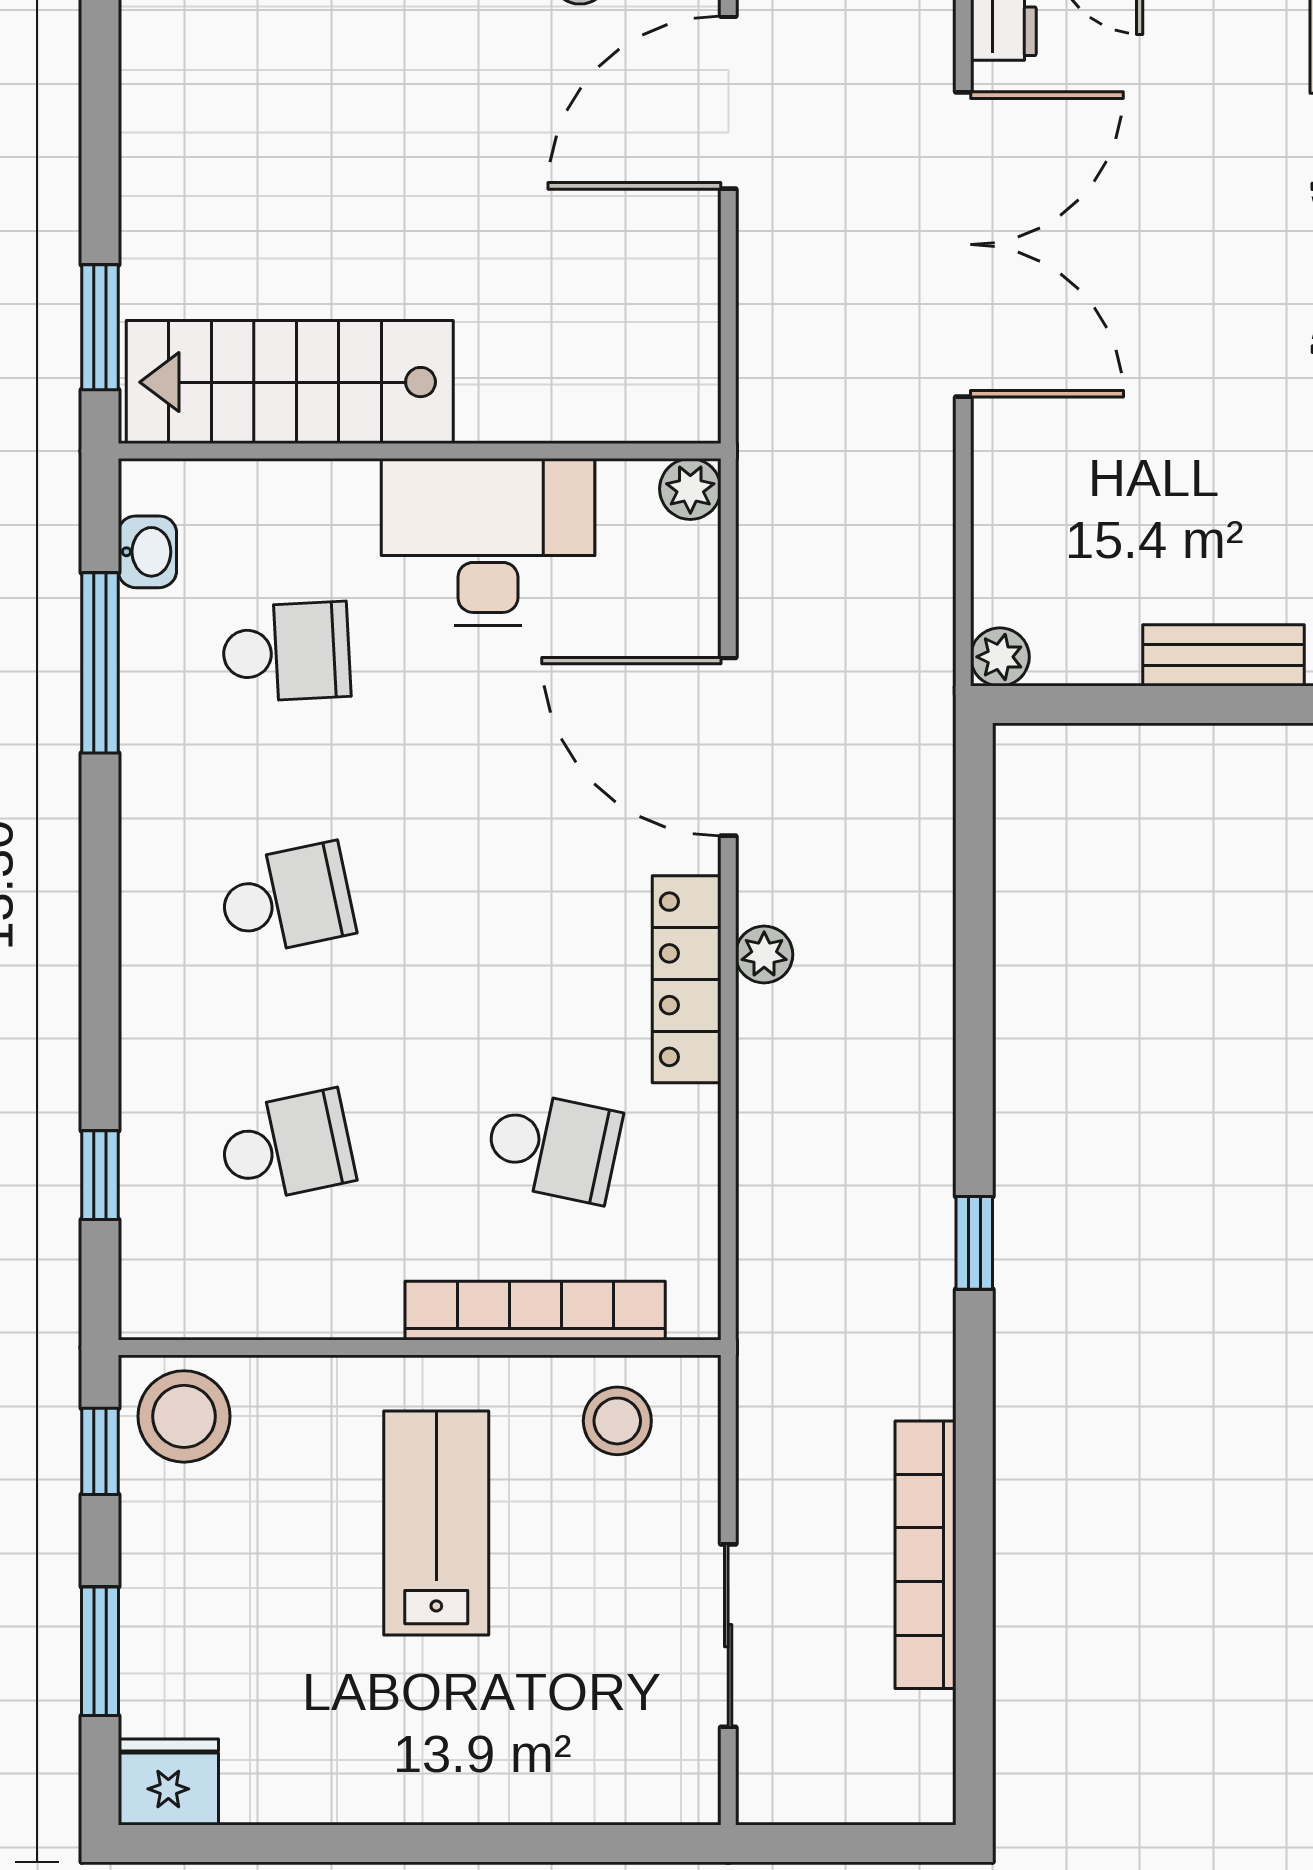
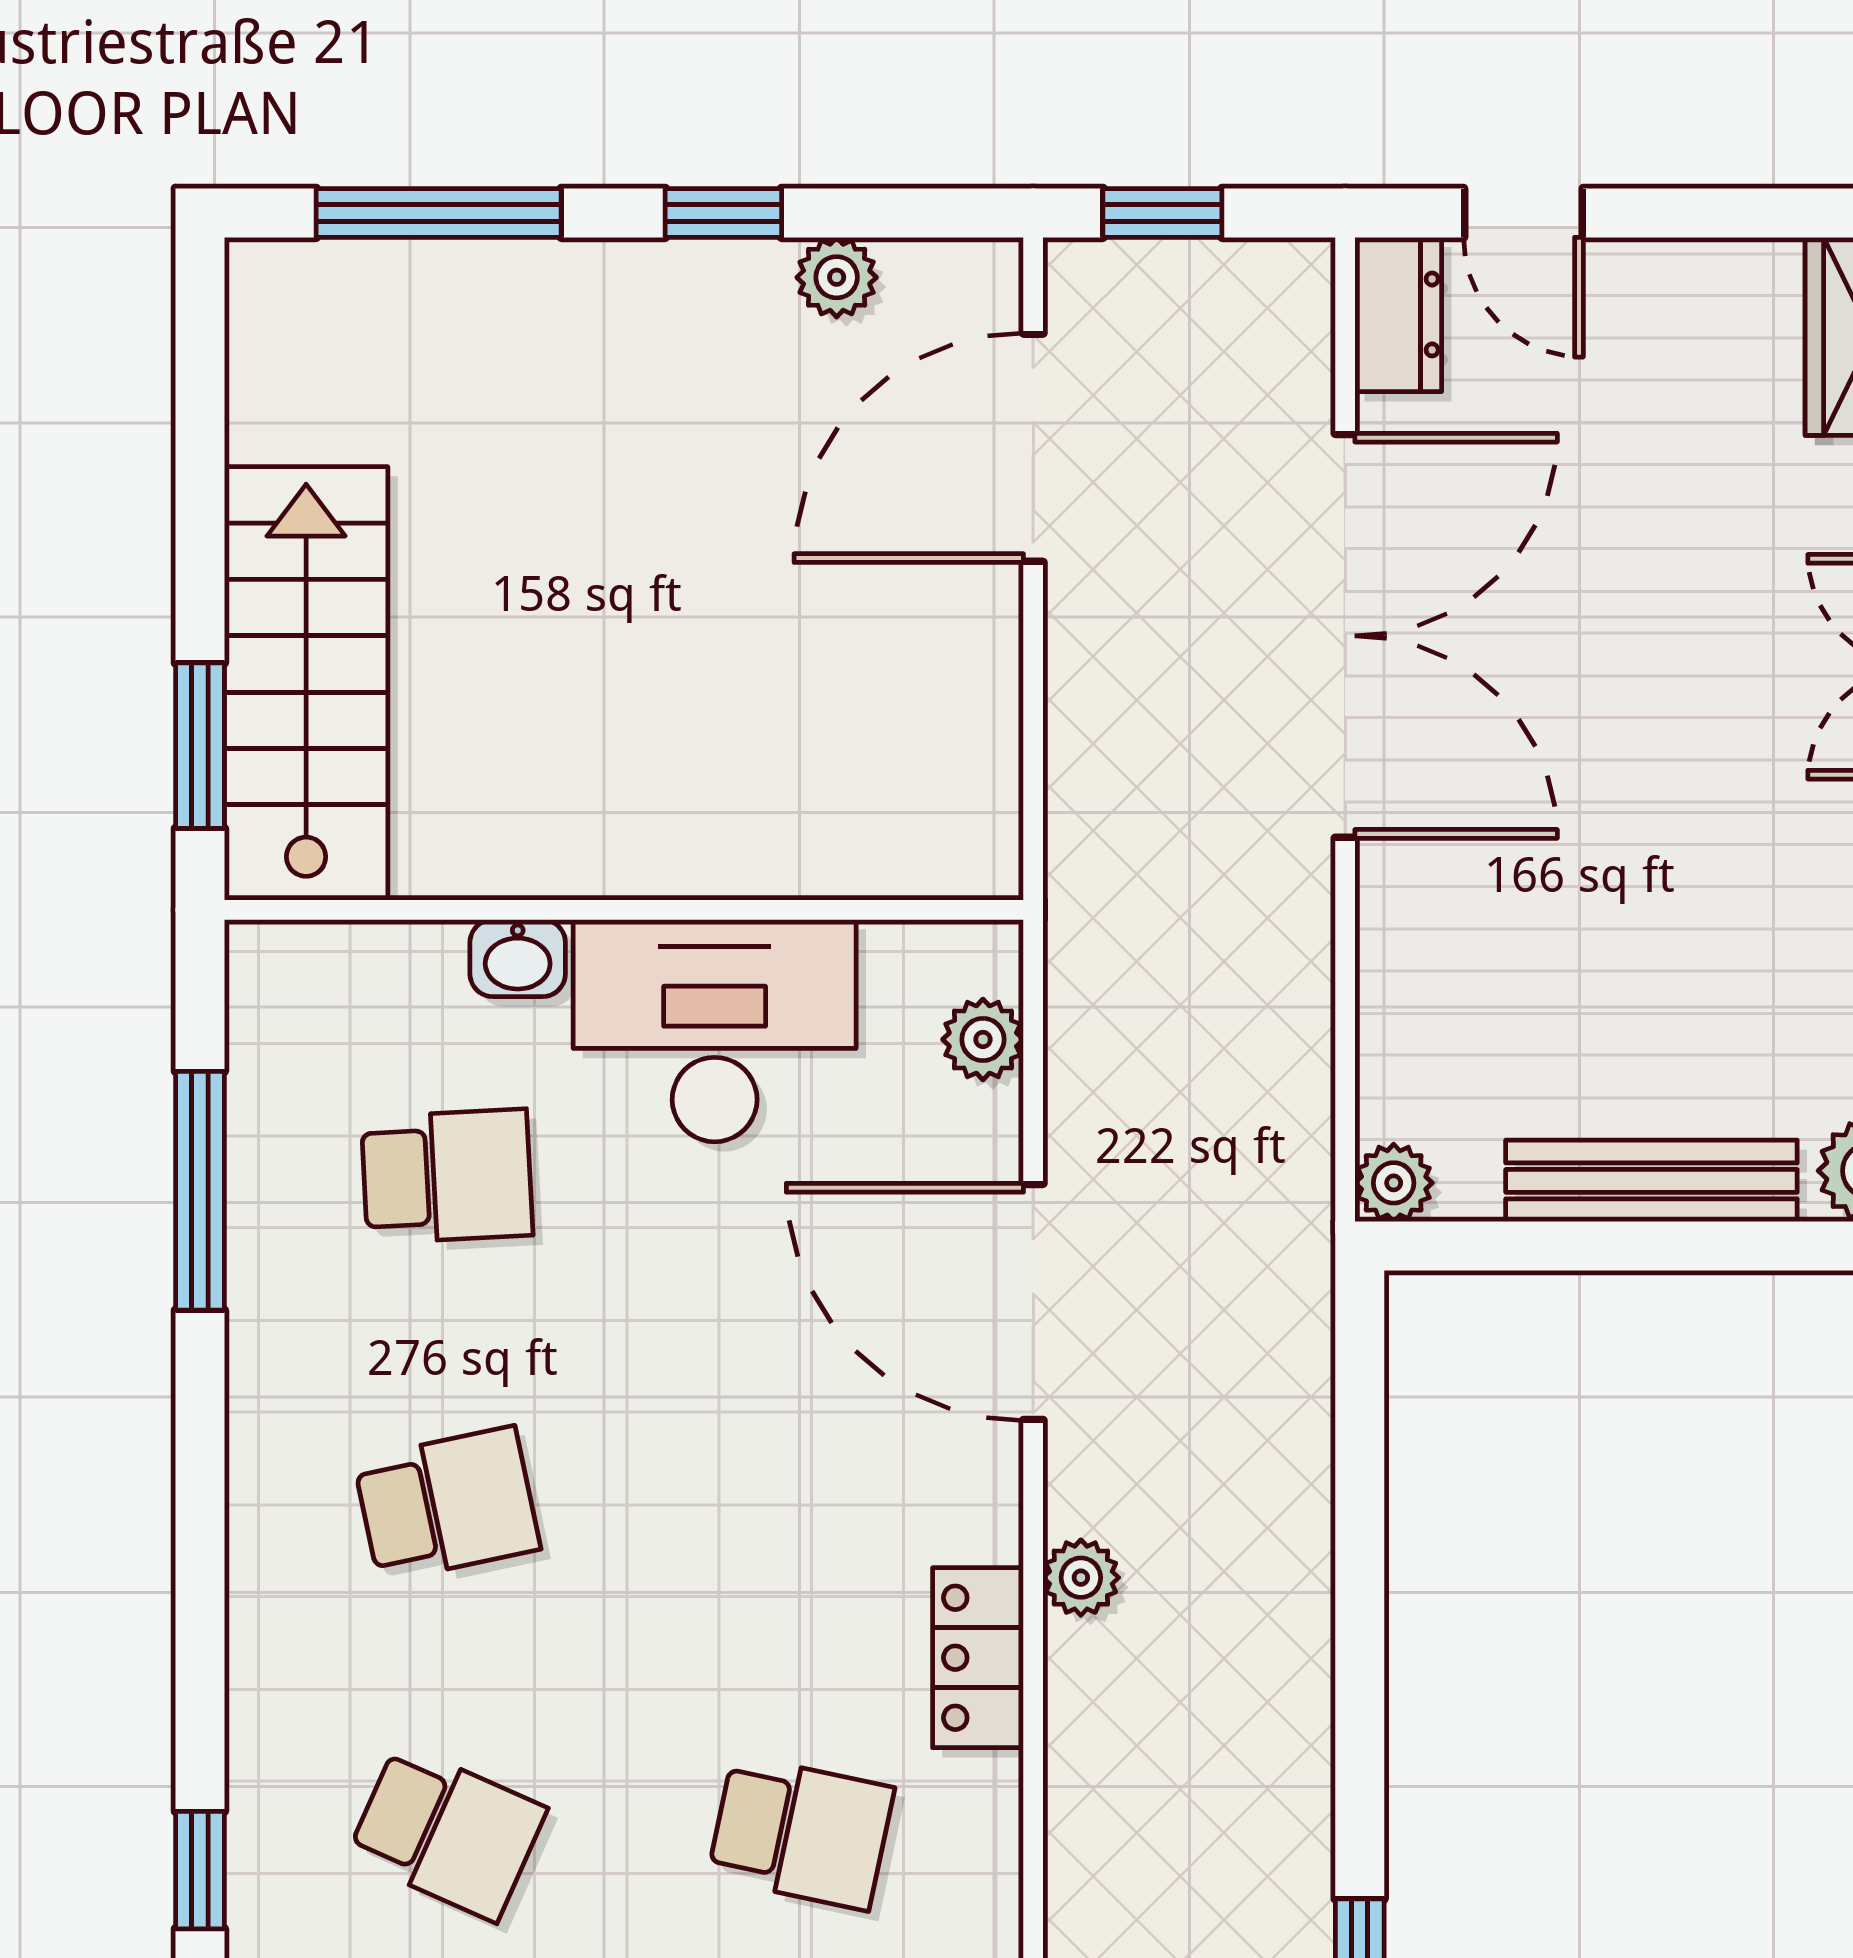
stairs: (290, 382) -> (306, 683), moved, turned 90
plant: (690, 489) -> (983, 1039), moved
washbasin: (147, 552) -> (518, 958), moved, turned 90
bench: (1224, 655) -> (1651, 1181), width x1.36
locker: (687, 979) -> (978, 1658), width x0.66
school desk: (286, 1147) -> (447, 1832), turned 36

